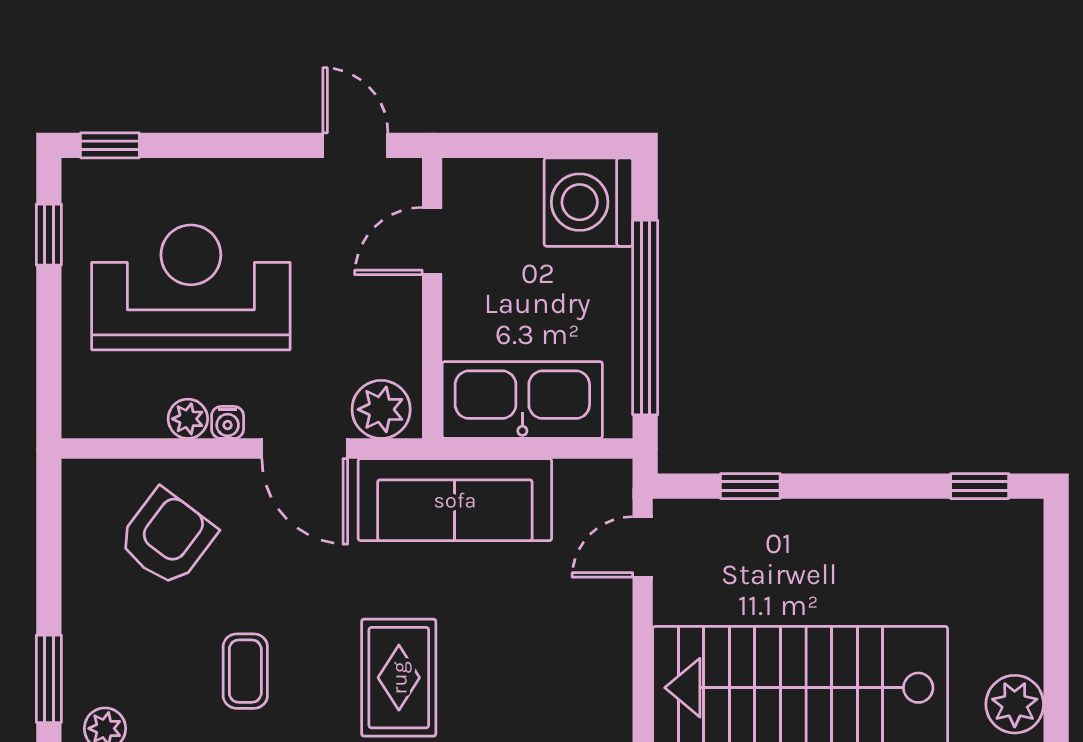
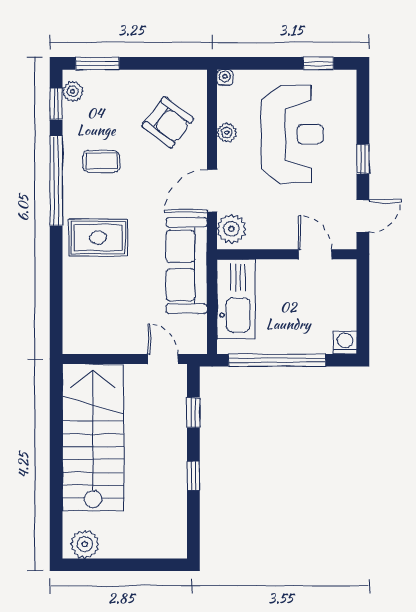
window: (110, 145) -> (363, 159), moved
washing machine: (588, 202) -> (345, 342), width x0.53, depth x0.53
water cooler: (228, 422) -> (225, 78), moved, turned 90
window: (980, 486) -> (193, 476), moved

